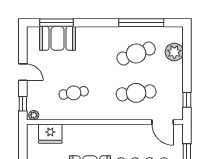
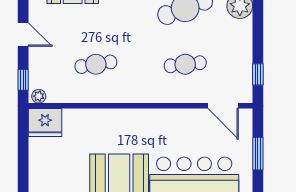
cafe table: (136, 93) -> (185, 64), width x0.73, depth x0.74
fridge: (50, 134) -> (45, 122), moved

